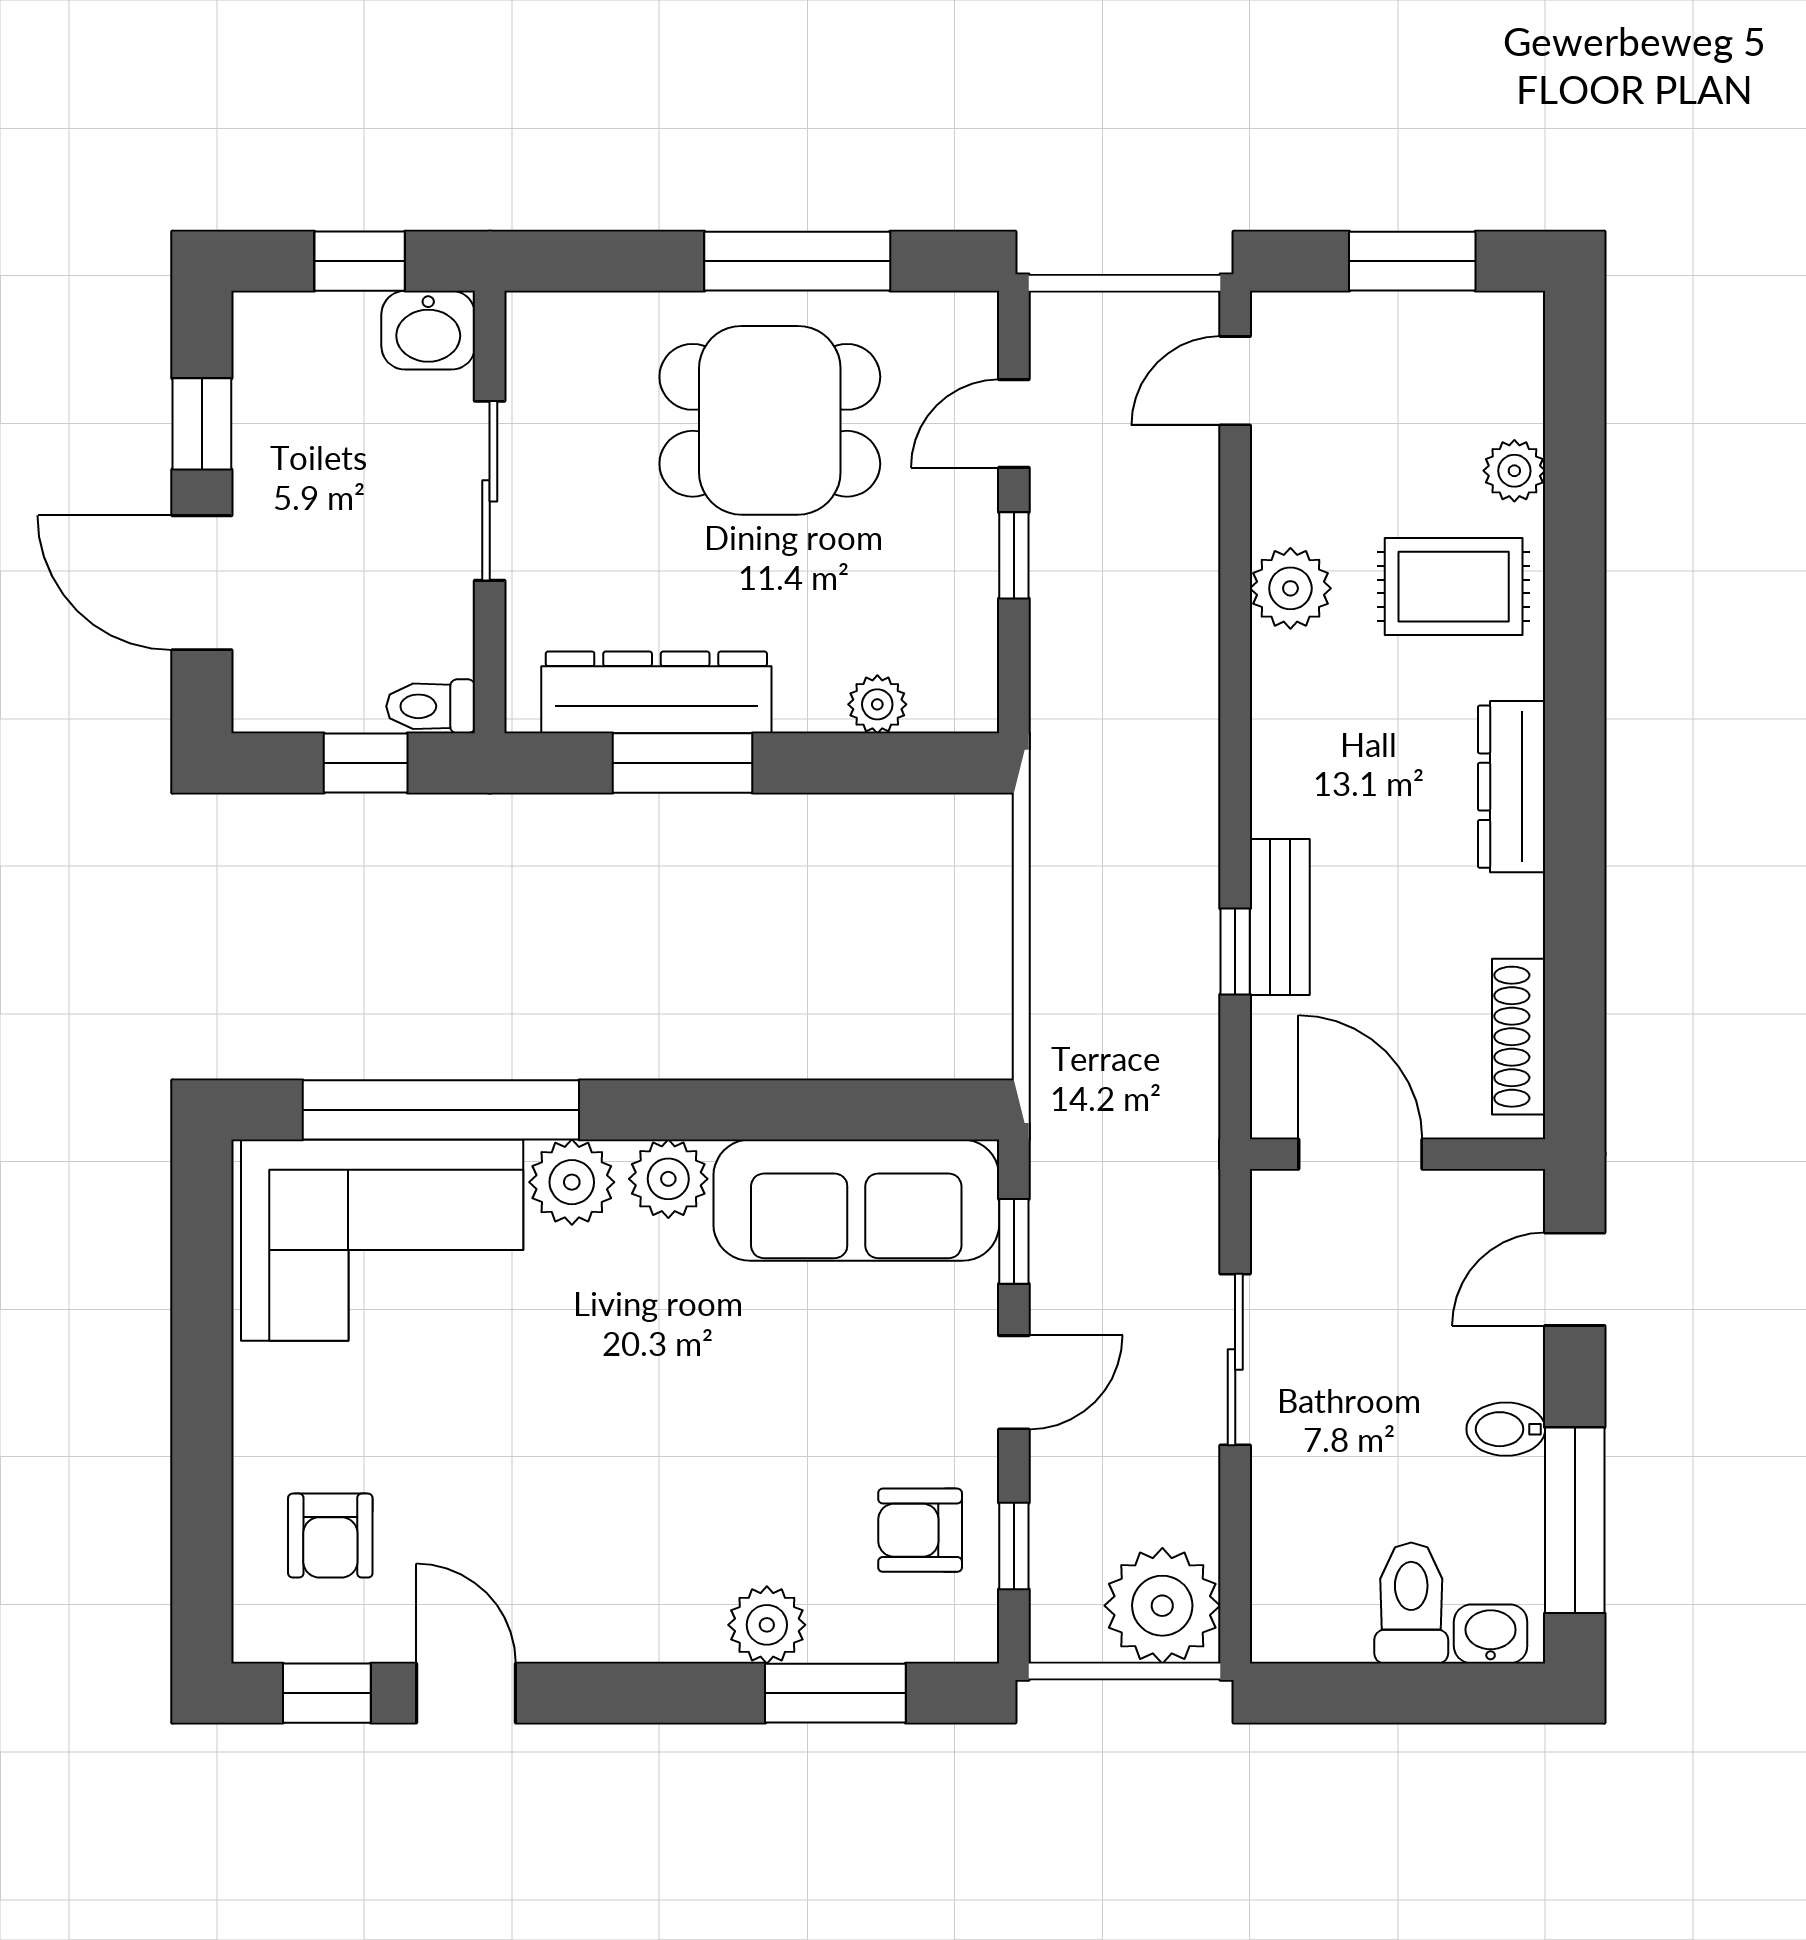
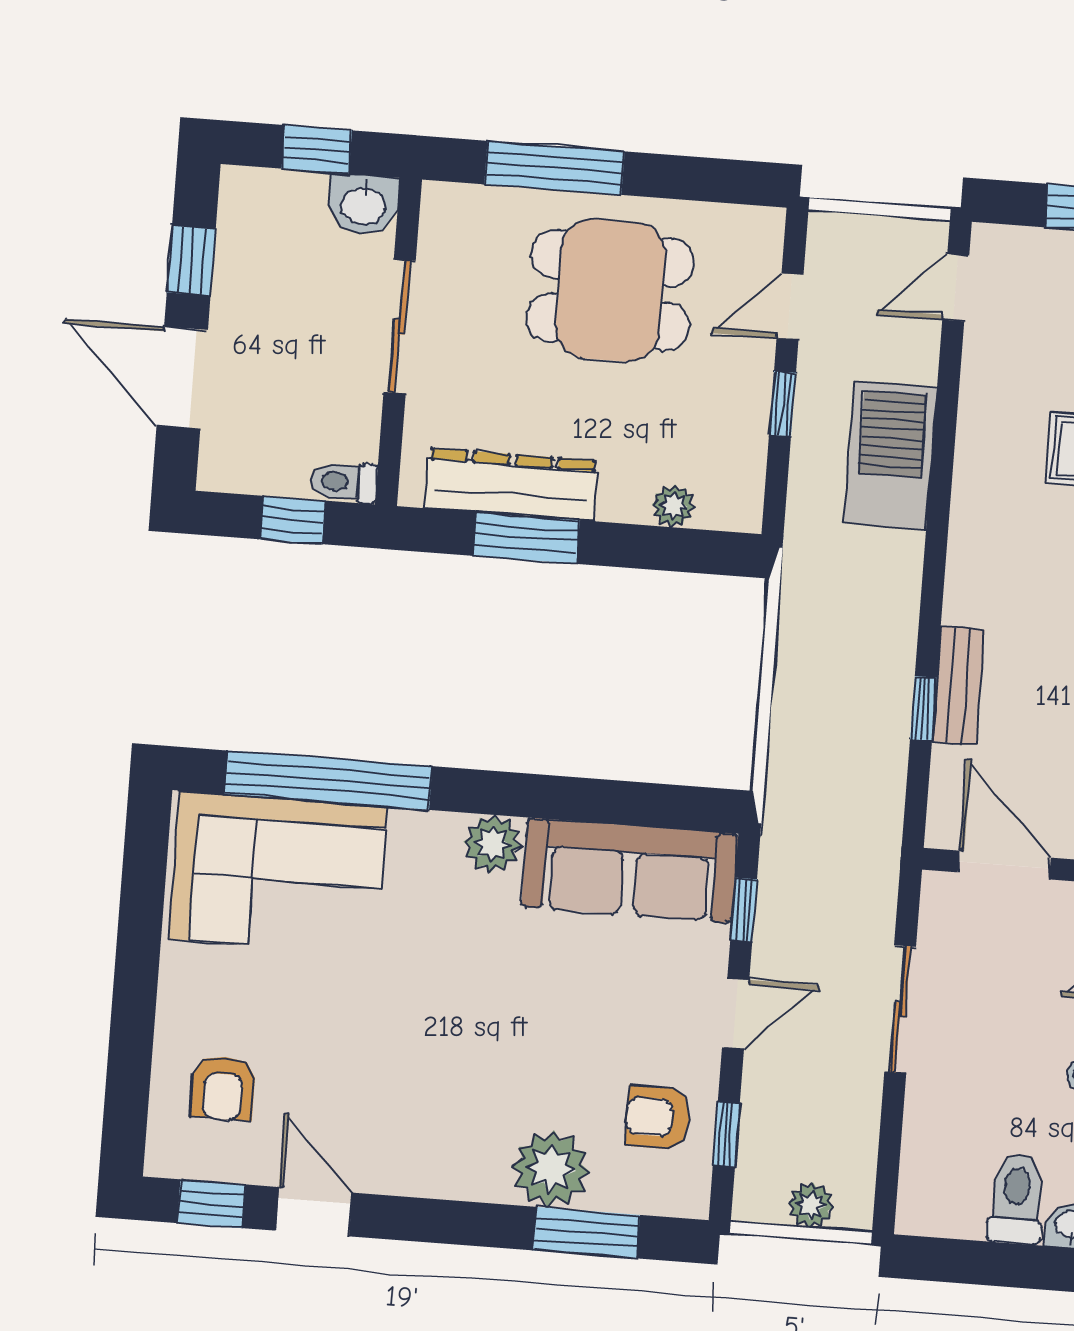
window: (797, 261) -> (554, 168), moved
plant: (1290, 588) -> (985, 444), removed
barbecue: (1165, 614) -> (891, 455), added
plant: (572, 1182) -> (421, 841), removed
plant: (1162, 1606) -> (811, 1205), width x0.53, depth x0.53
plant: (767, 1625) -> (551, 1169), width x1.36, depth x1.36

